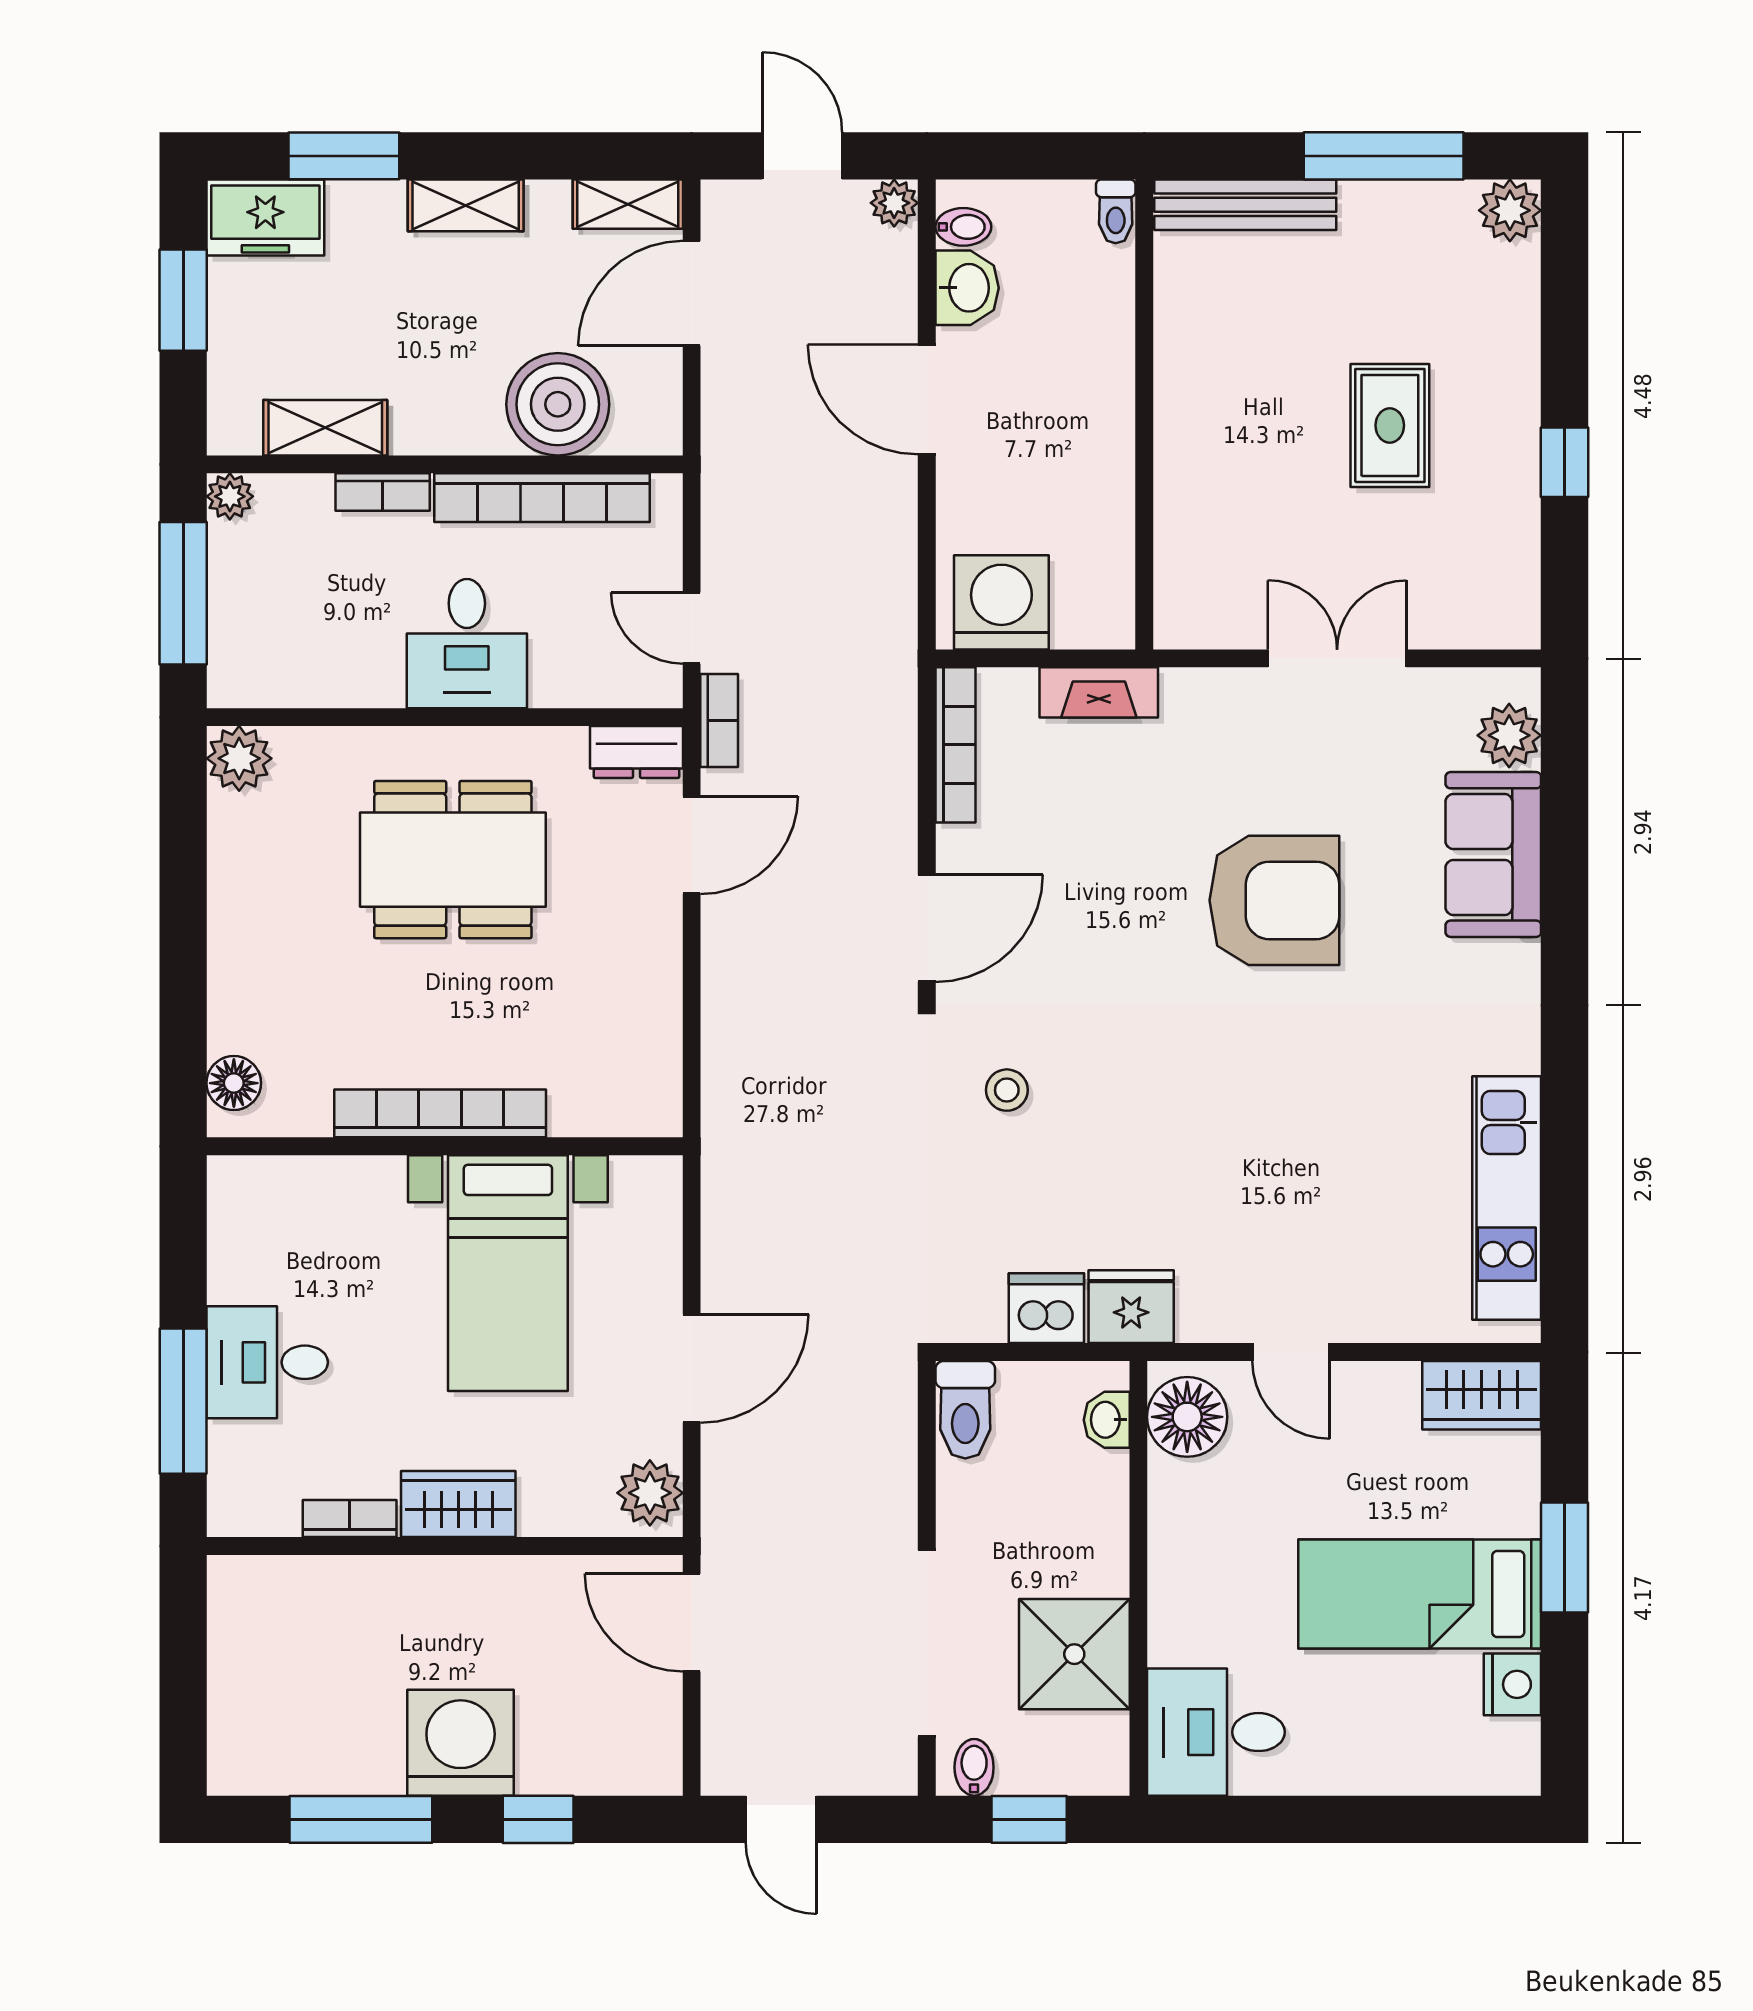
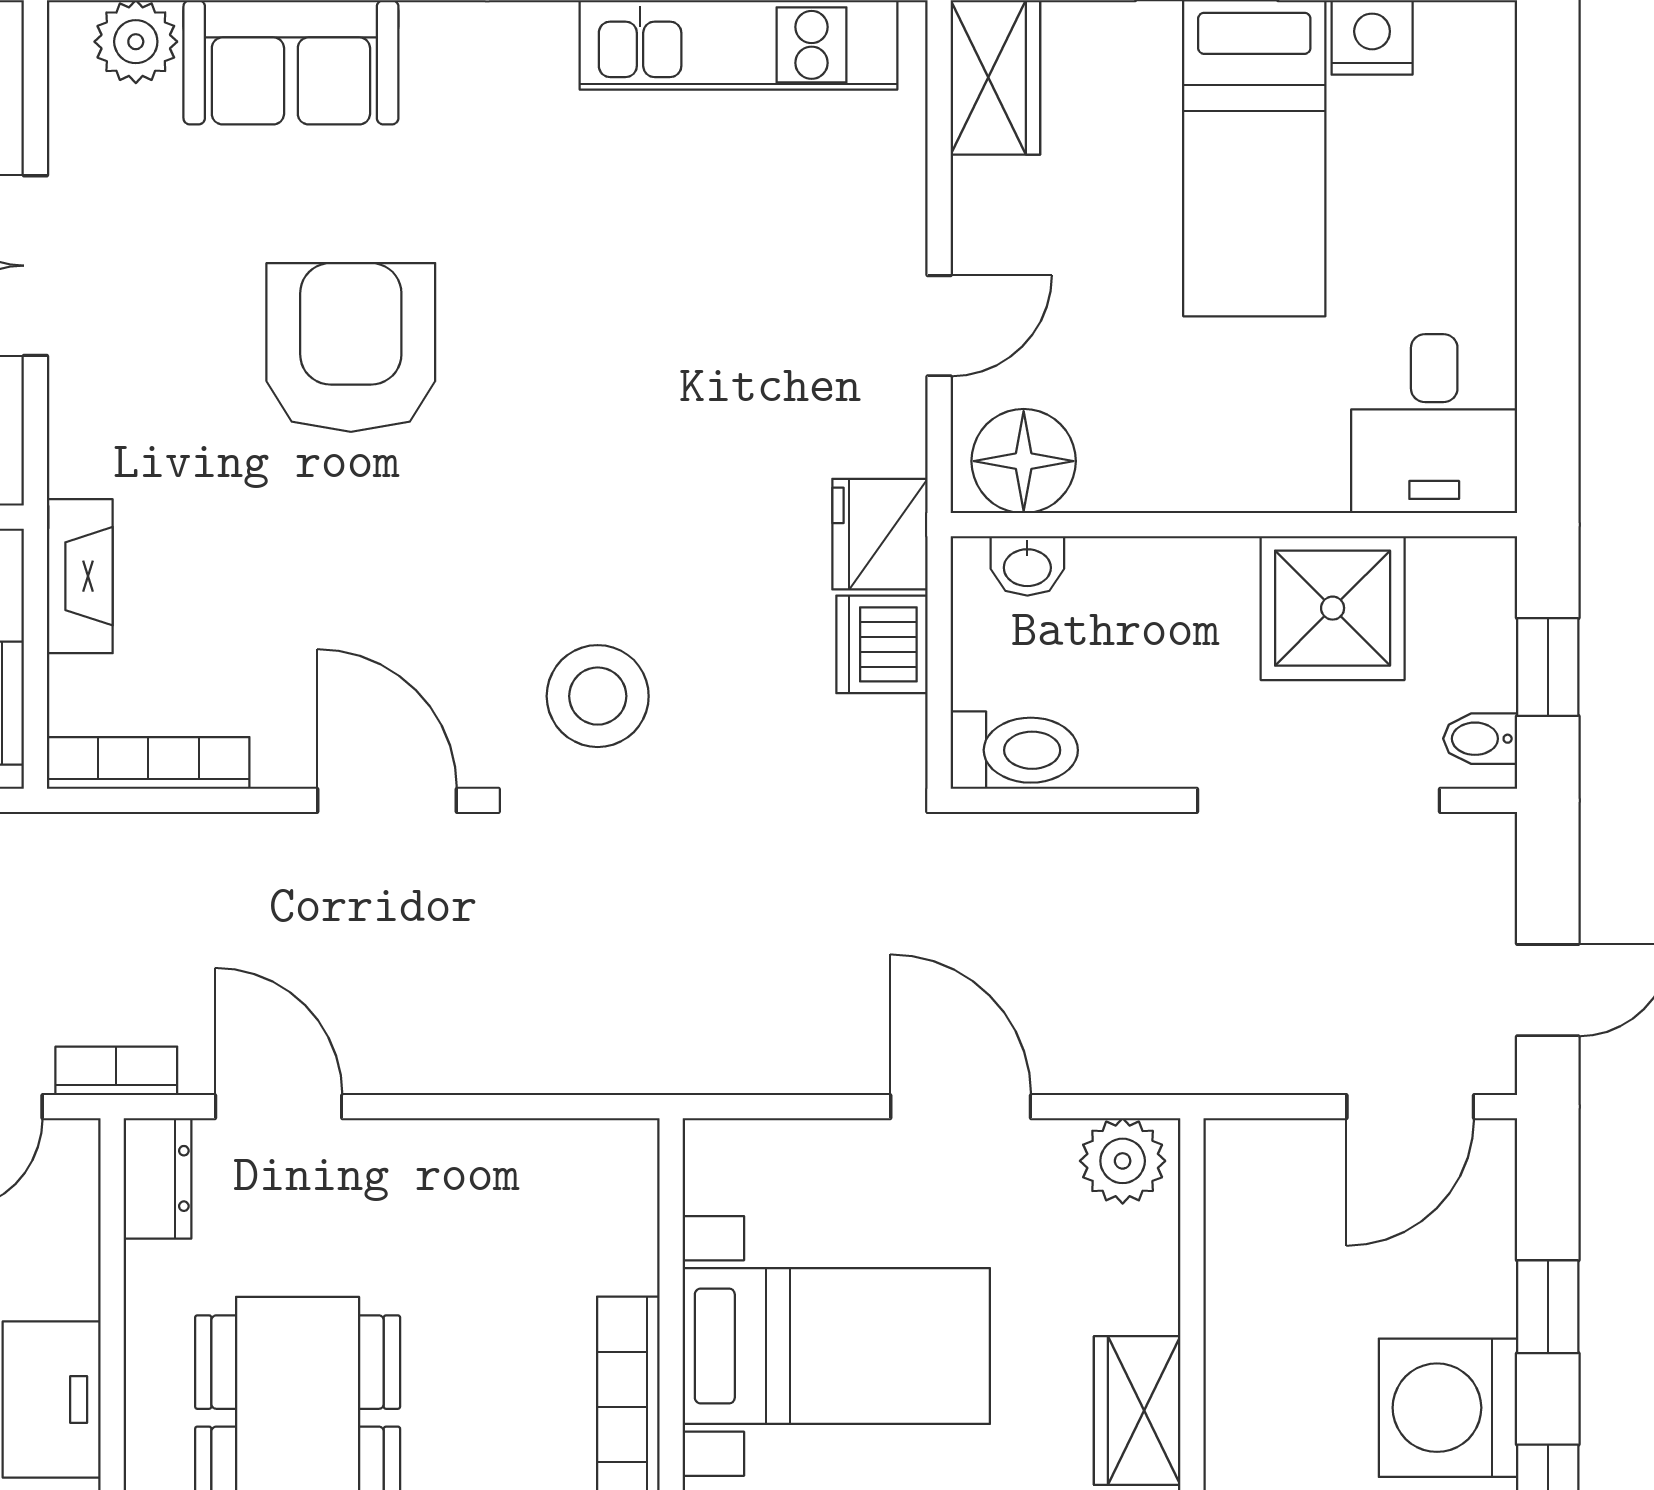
stool: (1007, 1090) -> (598, 696), width x1.89, depth x1.89
door: (692, 1623) -> (1410, 1107), moved

